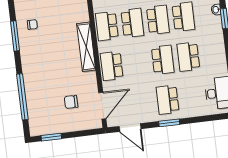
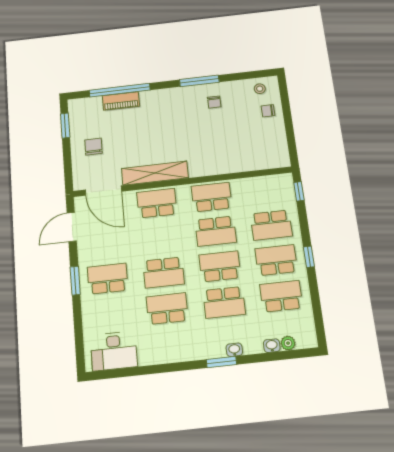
school desk: (158, 20) -> (220, 266), turned 180
shelving: (86, 47) -> (155, 173), moved
piano: (31, 95) -> (121, 101), added
chair: (71, 102) -> (93, 147), moved

